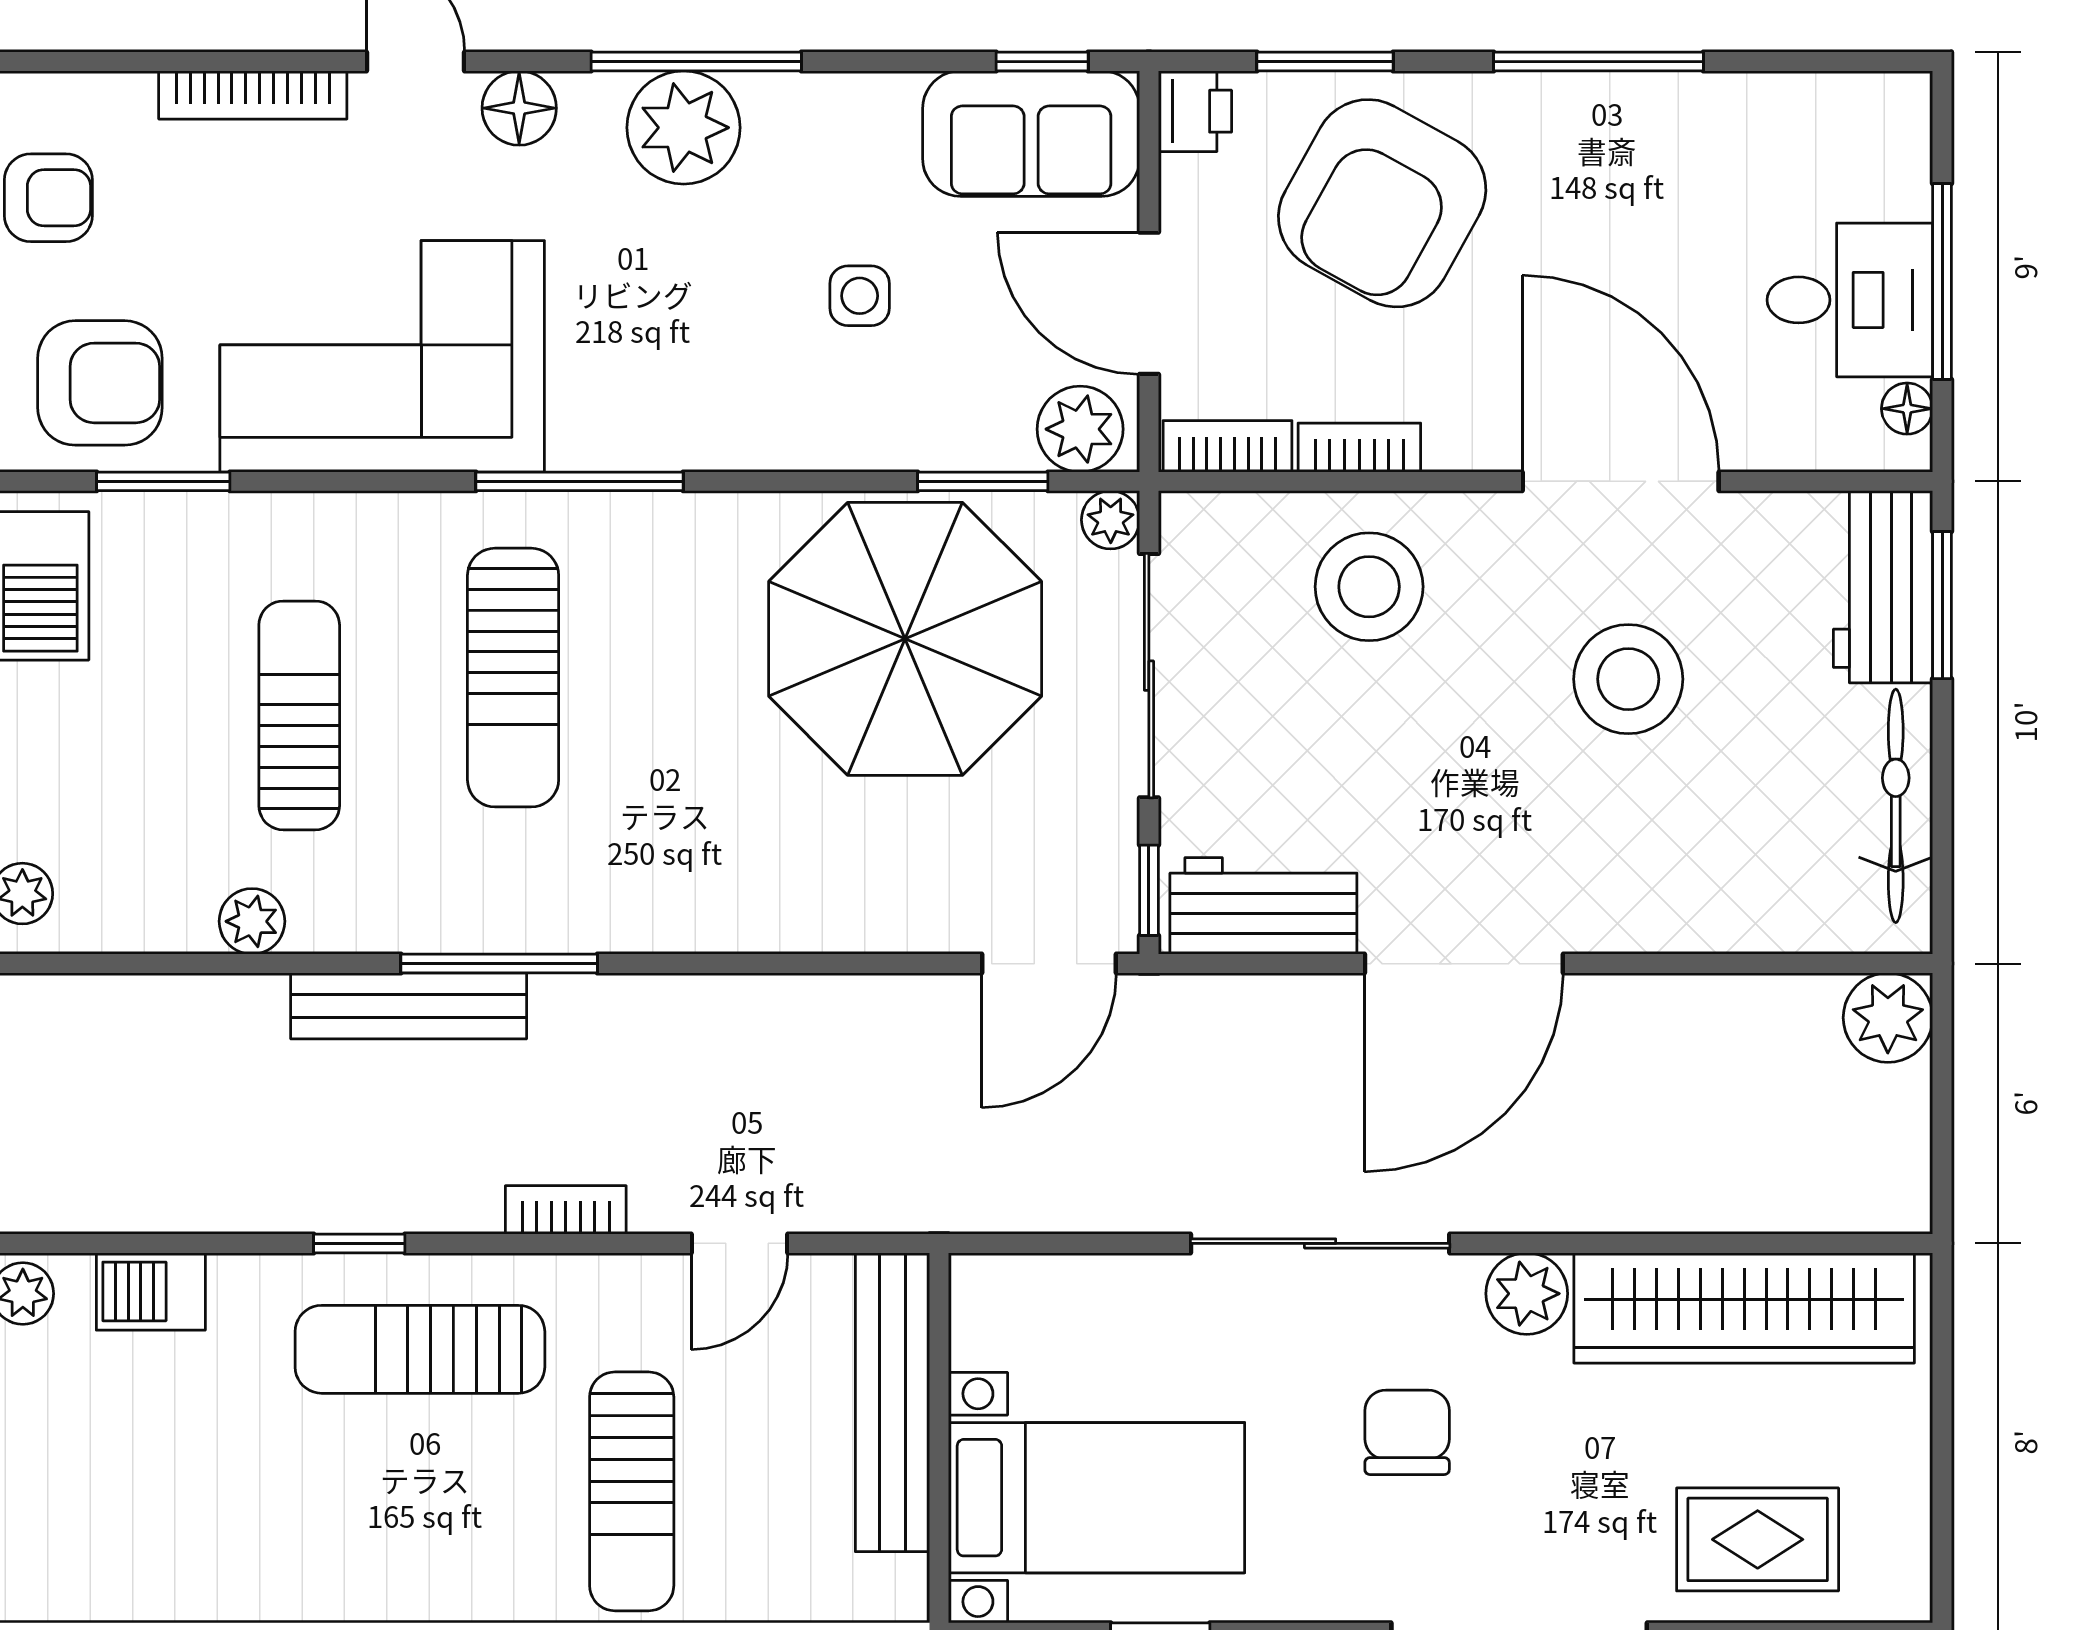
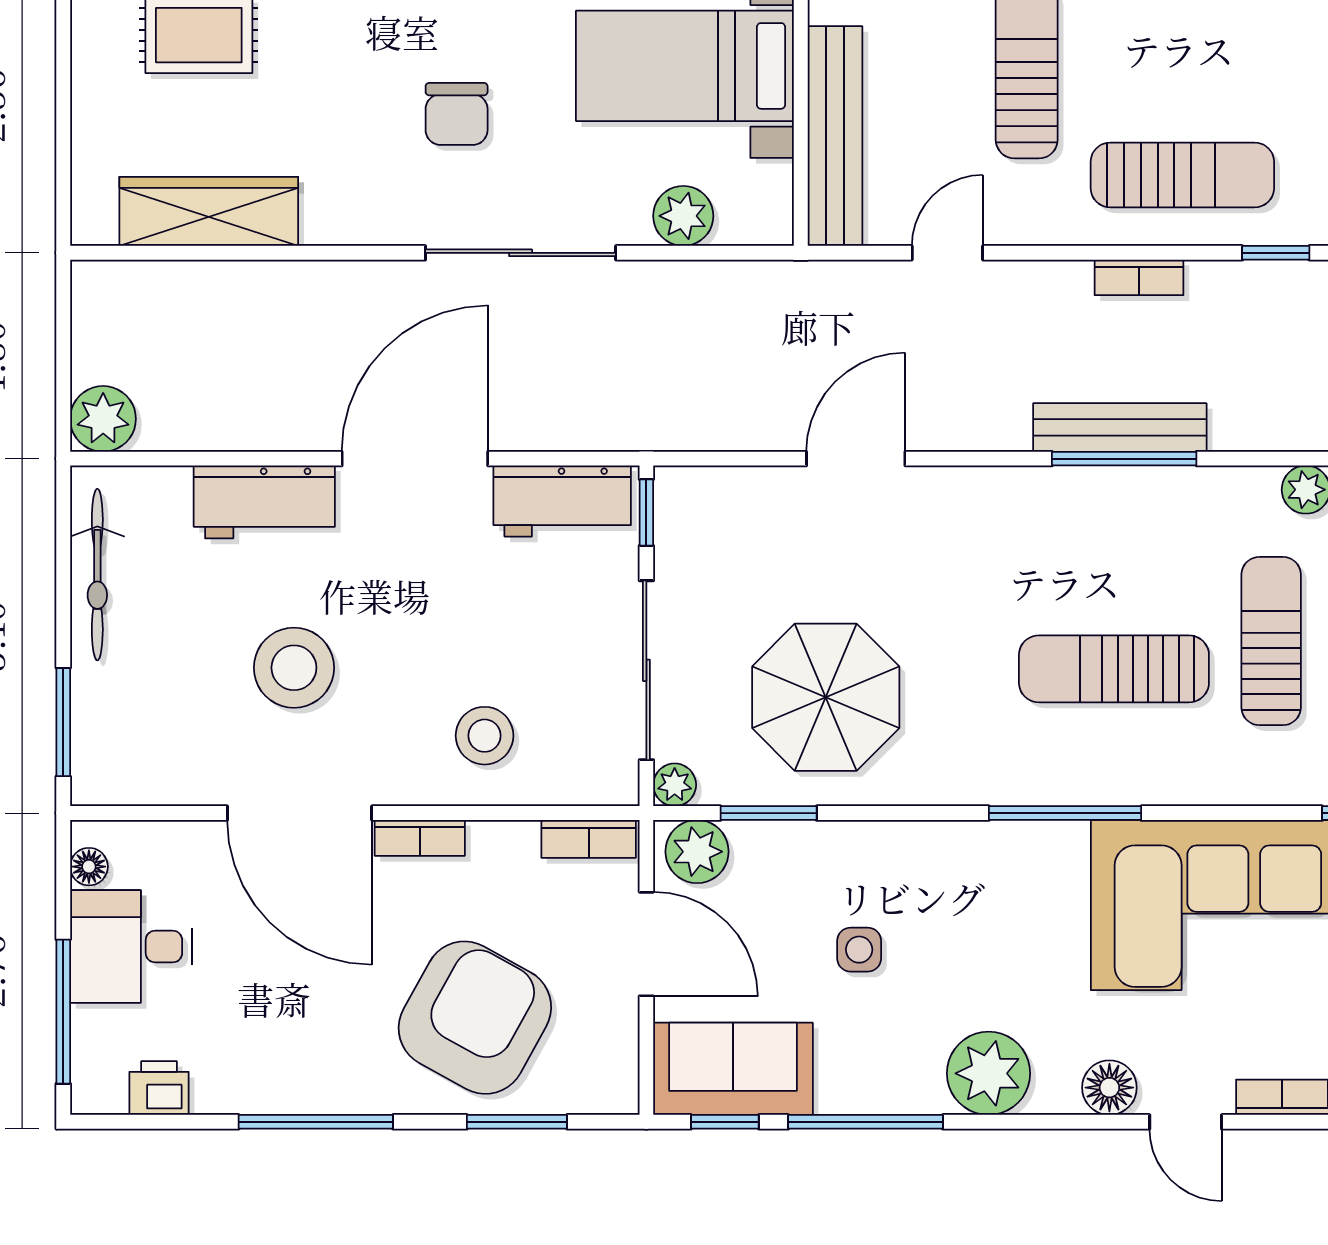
window: (696, 62) -> (866, 1122), moved
printer: (1195, 111) -> (159, 1088), moved, turned 90
window: (1942, 281) -> (63, 1012), moved
bookcase: (1359, 448) -> (420, 838), moved
stool: (1369, 587) -> (485, 736), width x0.73, depth x0.73
workbench: (1883, 587) -> (264, 502), moved, turned 90
parasol: (905, 639) -> (826, 697), width x0.73, depth x0.73
sun lounger: (513, 678) -> (1114, 669), turned -90
sun lounger: (299, 715) -> (1271, 641), turned 180
door: (1049, 964) -> (856, 459), moved
bench: (409, 1006) -> (1120, 427), moved
bookcase: (566, 1210) -> (1139, 277), moved
window: (359, 1243) -> (1276, 253), moved
plant: (1527, 1294) -> (683, 216), moved
wardrobe: (1744, 1308) -> (209, 211), width x0.71, depth x0.85

